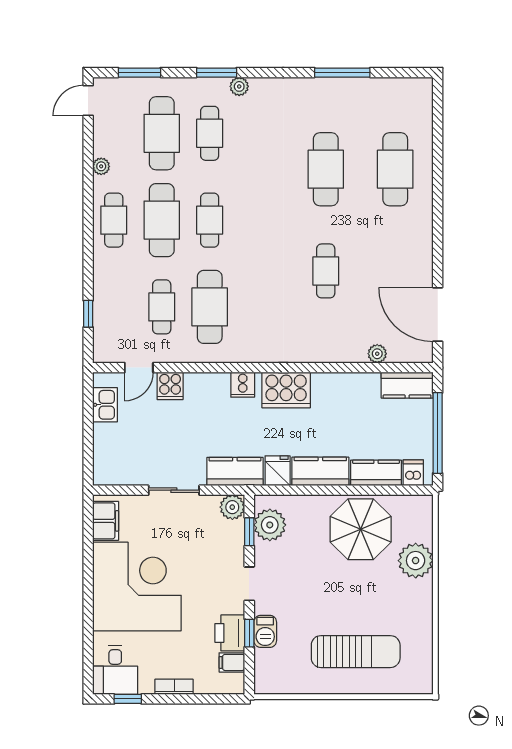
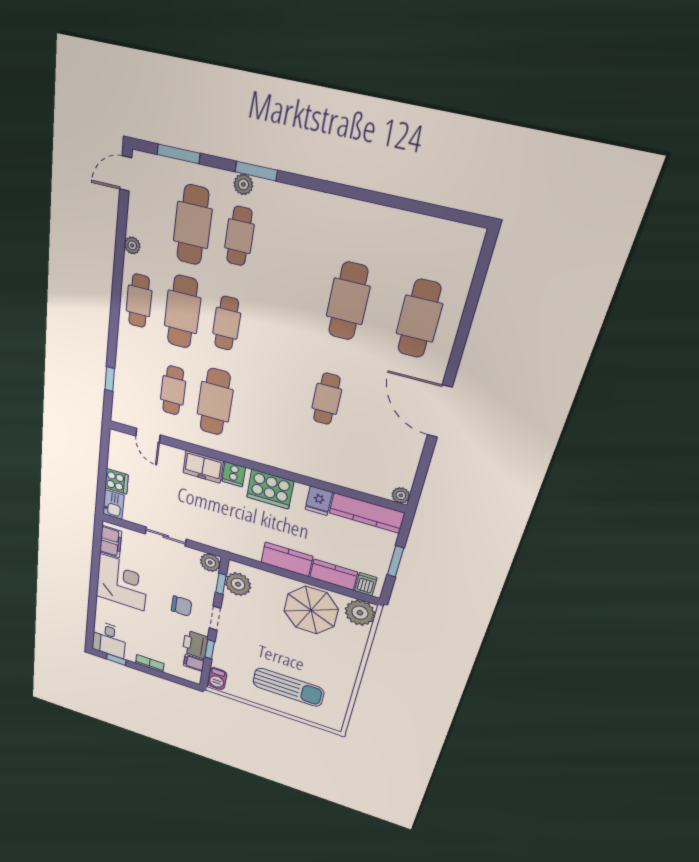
window: (342, 73) -> (389, 201), removed
plant: (239, 86) -> (243, 184), moved
door: (438, 315) -> (440, 411), moved
plant: (377, 354) -> (401, 495), moved
door: (139, 368) -> (148, 435), hinge flipped
kitchen counter: (407, 385) -> (367, 513), width x1.50
cooker: (170, 386) -> (116, 481), moved, turned -90
freezer: (207, 386) -> (203, 467), added
kitchen sink: (105, 405) -> (113, 505), moved
window: (438, 433) -> (395, 561), width x0.47
fridge: (278, 471) -> (319, 501), moved, turned 180
kitchen counter: (235, 472) -> (216, 538), removed
plant: (416, 561) -> (360, 613), moved
chair: (205, 582) -> (181, 606), added
corner desk: (137, 586) -> (122, 582), width x0.74, depth x0.74
barbecue: (265, 631) -> (217, 679), moved

